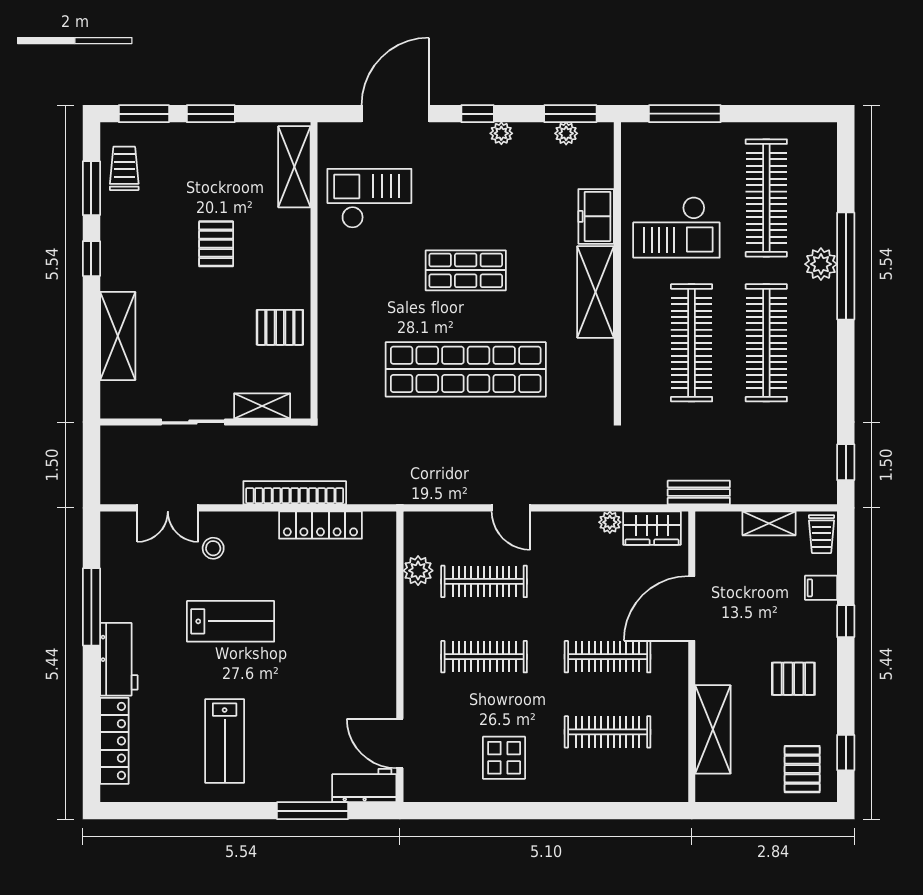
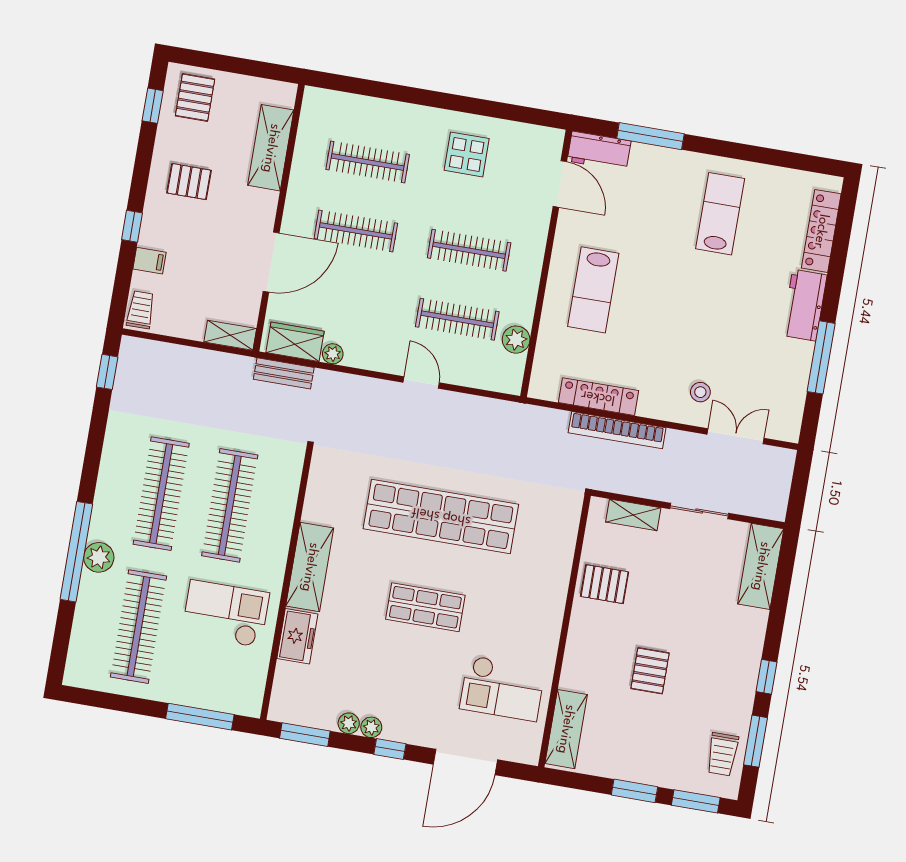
plant: (566, 133) -> (349, 723), moved
shelving: (118, 336) -> (761, 566), moved
bench: (699, 493) -> (284, 373), moved
shelving: (769, 523) -> (230, 335), moved
lab bench: (231, 621) -> (593, 290), moved, turned -90

